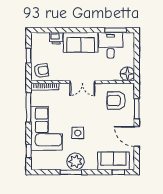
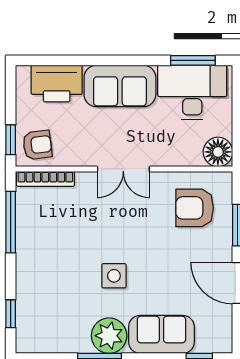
printer: (56, 38) -> (57, 83), width x1.87, depth x1.48
desk: (111, 45) -> (192, 92), width x1.37
window: (29, 56) -> (11, 140), moved
corner sofa: (46, 128) -> (48, 266), removed
sofa: (113, 161) -> (161, 334), moved

